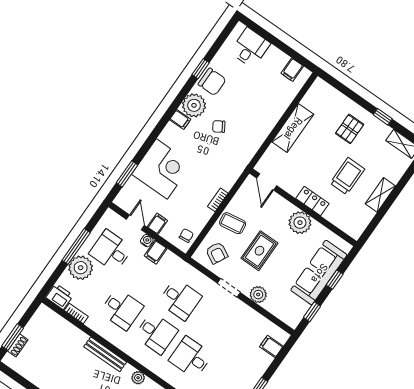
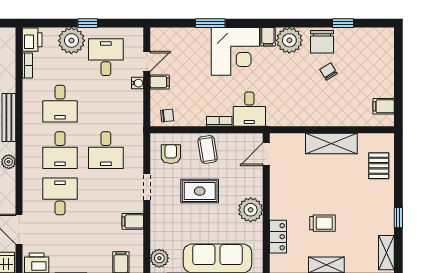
desk: (250, 48) -> (249, 109), moved, turned 90
window: (201, 69) -> (343, 23), moved
chair: (219, 126) -> (329, 72), moved
pallet: (350, 129) -> (379, 166), moved, turned 90
corner desk: (162, 169) -> (235, 51), moved
window: (127, 174) -> (210, 23), moved
trolley: (347, 176) -> (323, 223), width x0.73, depth x0.72
locker: (312, 201) -> (278, 237), moved
window: (76, 246) -> (88, 23), width x0.46
filing cabinet: (156, 252) -> (133, 221), moved
armchair: (217, 253) -> (171, 154), turned 152
plant: (258, 295) -> (159, 258), moved

